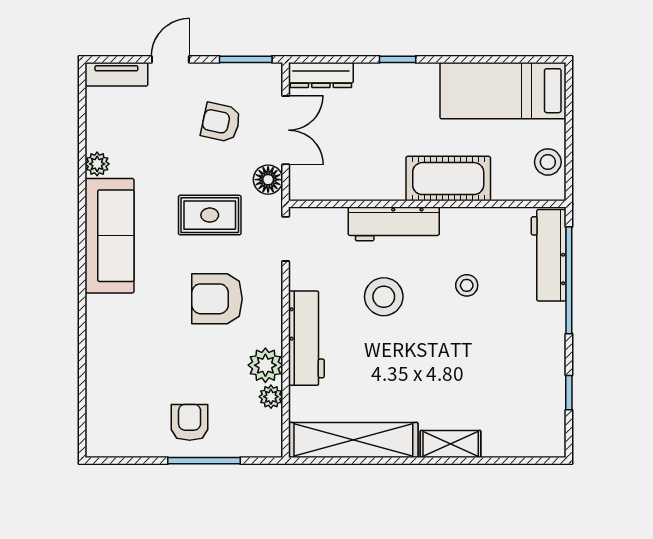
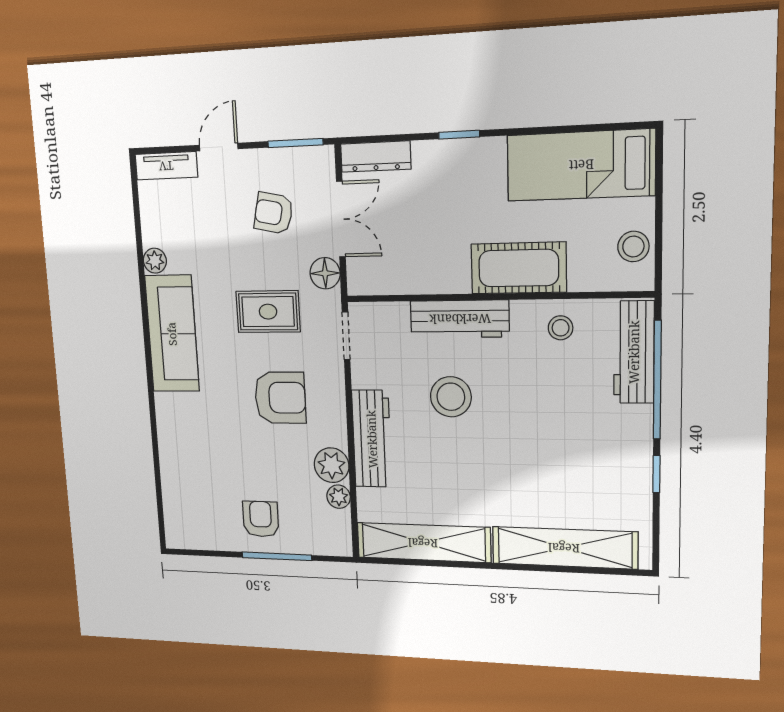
stool: (467, 285) -> (561, 328), moved
armchair: (217, 299) -> (280, 398), turned 180
window: (569, 393) -> (656, 474), moved
shelving: (451, 444) -> (564, 548), width x2.20, depth x1.33

